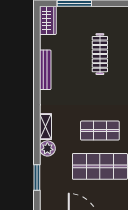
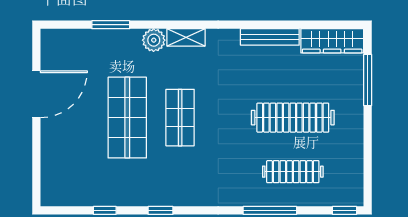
wardrobe: (48, 20) -> (332, 41), width x1.50
clothes rail: (100, 54) -> (293, 118), width x1.37, depth x1.31

